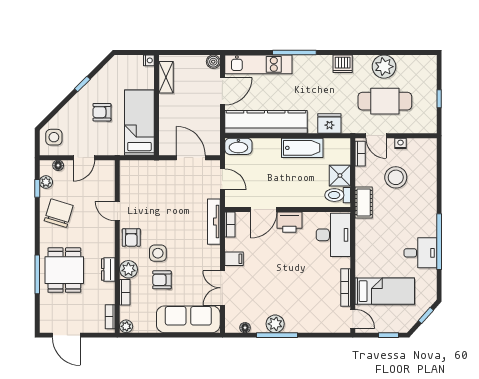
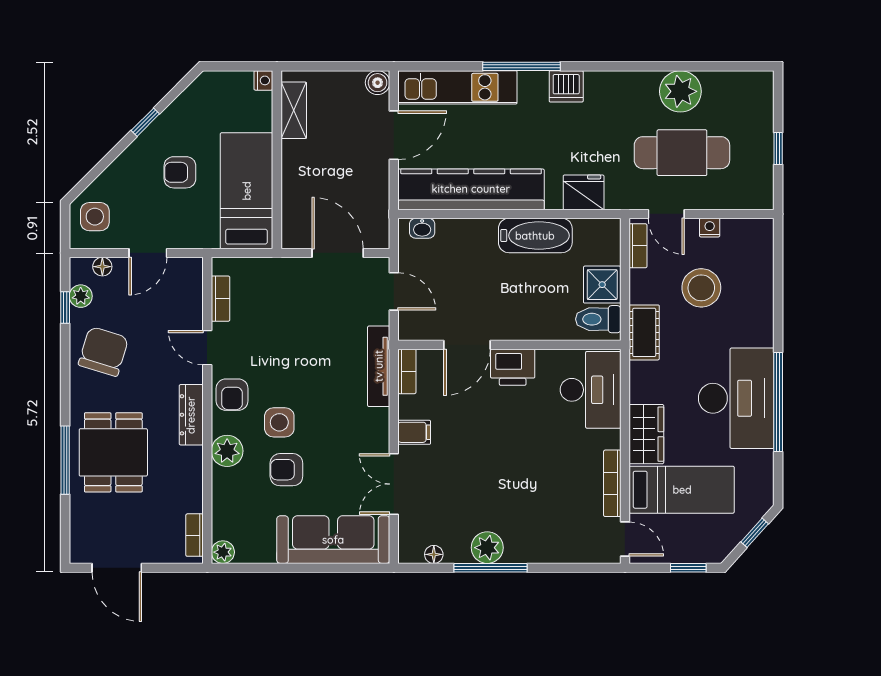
dishwasher: (343, 64) -> (566, 86), moved
washbasin: (238, 146) -> (422, 228), width x0.52, depth x0.69
desk: (420, 253) -> (736, 398), width x1.87, depth x1.30
wardrobe: (365, 260) -> (646, 434), added
dresser: (108, 270) -> (191, 415), moved, width x1.44
bookcase: (125, 292) -> (220, 299), moved

